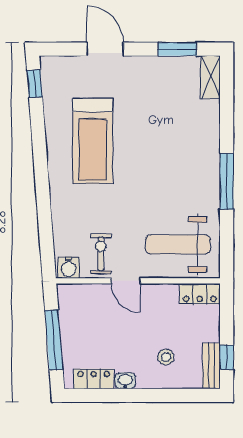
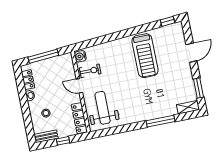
treadmill: (93, 141) -> (145, 56), turned -90
window: (227, 181) -> (161, 121), moved
door: (126, 281) -> (79, 86), hinge flipped
locker: (200, 294) -> (79, 118), width x1.53
window: (227, 357) -> (63, 141), moved

